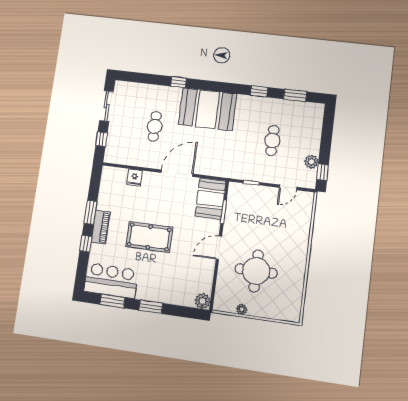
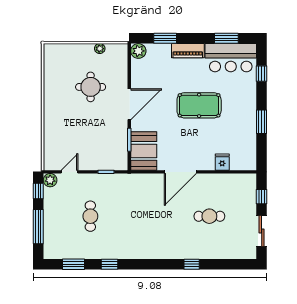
booth: (208, 109) -> (158, 240), removed
cafe table: (155, 126) -> (209, 216), turned 90
window: (327, 136) -> (38, 227), added
plant: (311, 162) -> (50, 180), moved
piano: (101, 227) -> (188, 51), moved, turned -90
window: (86, 244) -> (262, 74), moved
door: (219, 248) -> (129, 104), width x1.36
round table: (256, 271) -> (91, 87), width x0.73, depth x0.73
window: (151, 307) -> (165, 38), moved

